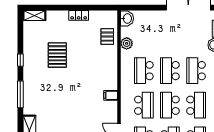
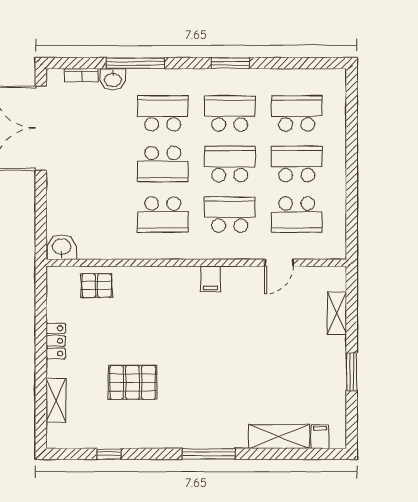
shelving: (34, 16) -> (56, 400), moved
plant: (127, 43) -> (110, 248), removed
window: (20, 60) -> (109, 454), moved
school desk: (196, 71) -> (163, 113), turned 180
school desk: (170, 105) -> (230, 164), turned 180

